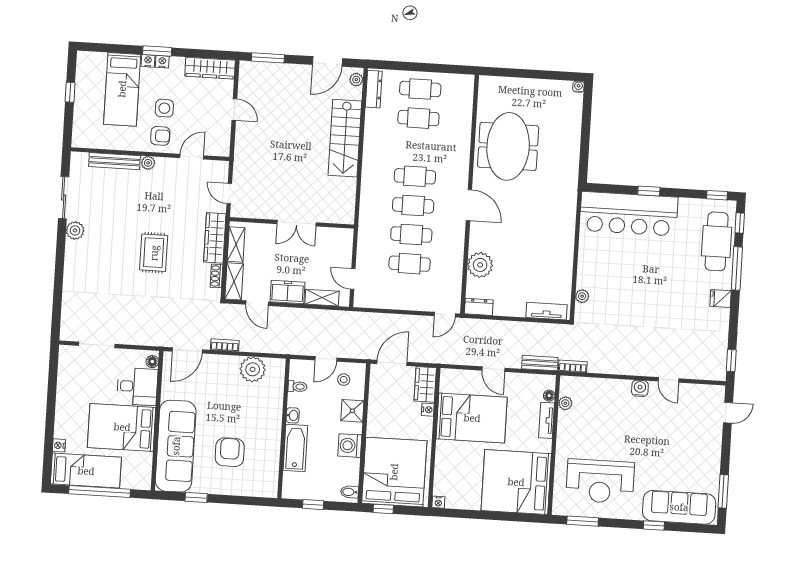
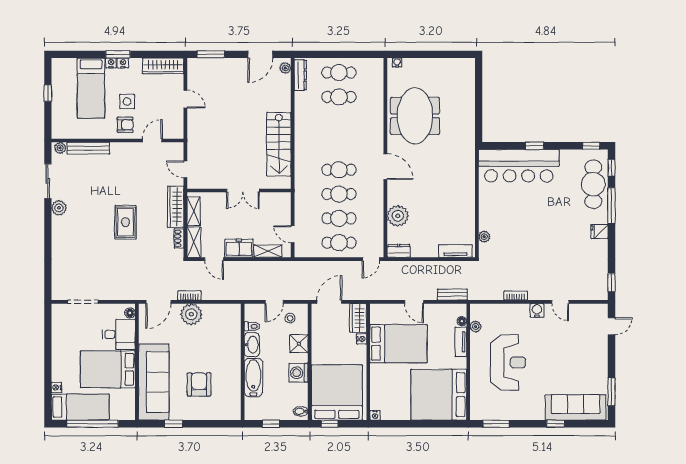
water cooler: (578, 87) -> (397, 63), moved
stairs: (345, 138) -> (279, 144), moved
plant: (148, 163) -> (60, 148), moved
cafe table: (415, 176) -> (339, 243), moved
bookcase: (573, 366) -> (516, 296), moved
plant: (253, 369) -> (191, 314), moved
washbasin: (293, 415) -> (252, 345), width x1.91, depth x1.45
reception desk: (600, 481) -> (508, 362), moved, turned -90

